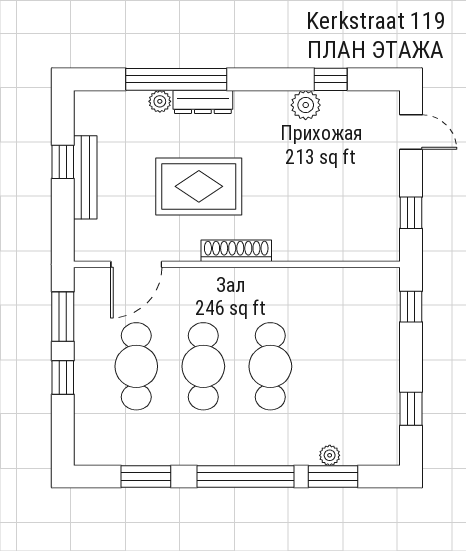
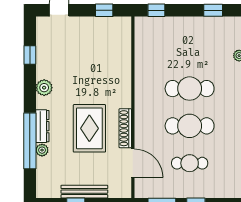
plant: (306, 105) -> (44, 88), moved
shoe rack: (236, 251) -> (125, 128), moved
cafe table: (136, 366) -> (190, 163), width x0.73, depth x0.74

